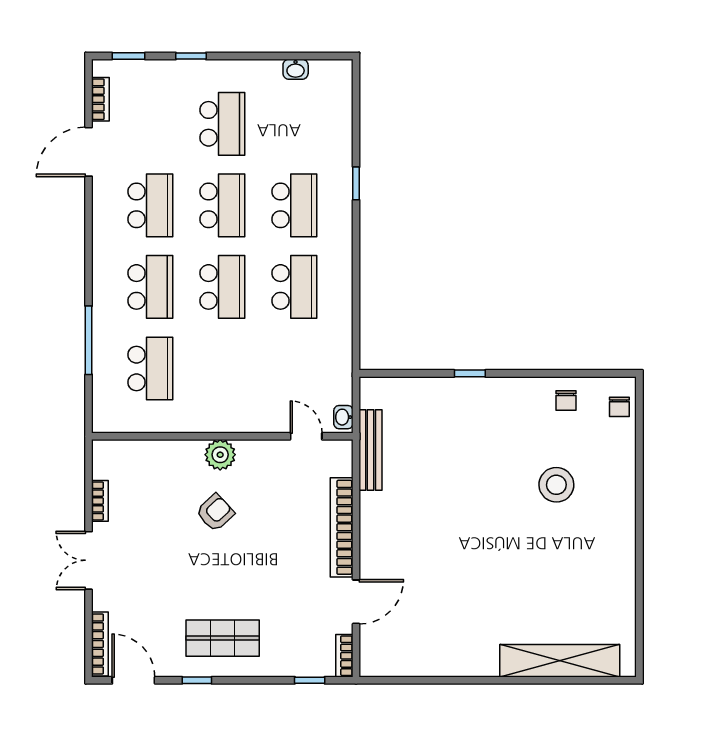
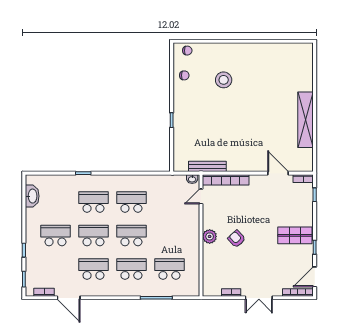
washbasin: (296, 69) -> (32, 196), width x1.91, depth x1.45
bookcase: (342, 527) -> (226, 180), moved
shop shelf: (223, 638) -> (295, 235), turned 90
shelving: (560, 661) -> (306, 120), moved

